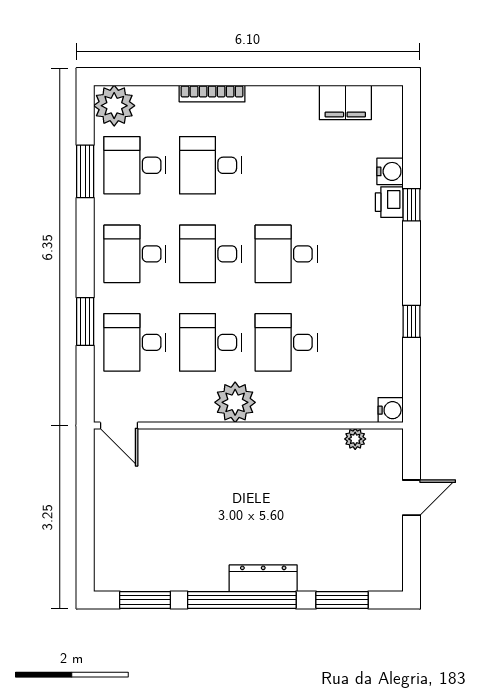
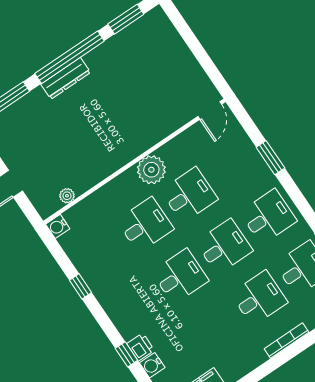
desk: (135, 342) -> (233, 165), removed
door: (119, 425) -> (210, 110), swing flipped

